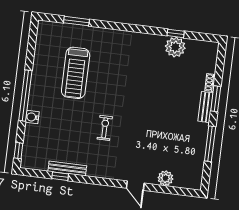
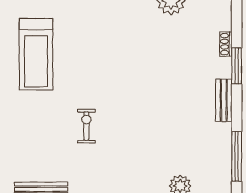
bench: (206, 107) -> (224, 100), moved
window: (210, 144) -> (237, 156), moved

